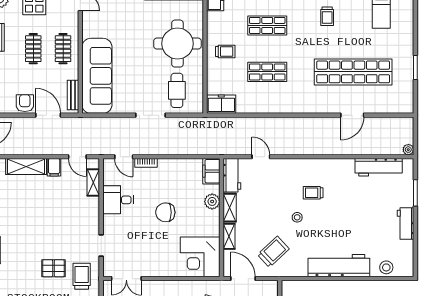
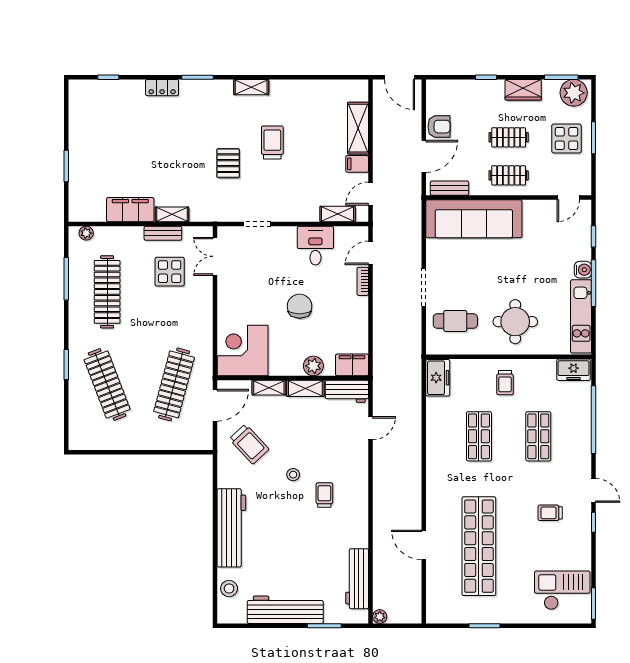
round table: (177, 44) -> (515, 322), width x0.73, depth x0.73
workbench: (406, 223) -> (285, 610), width x1.88, depth x1.32
trolley: (82, 276) -> (272, 142), moved, turned -90

